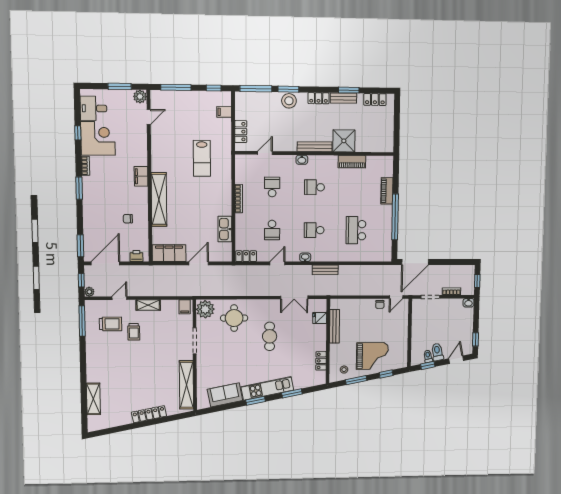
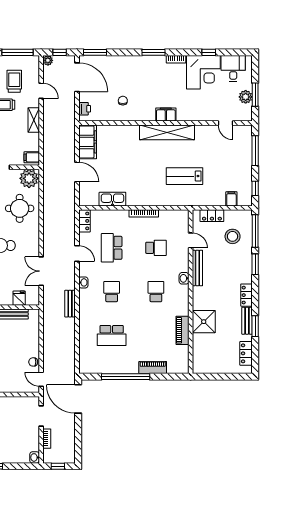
plant: (140, 97) -> (246, 97), moved
stool: (289, 101) -> (233, 236), moved
bench: (315, 147) -> (197, 268), moved
shelving: (159, 199) -> (167, 132), moved
school desk: (272, 230) -> (112, 248), width x1.85
school desk: (356, 230) -> (112, 335), turned 180
trolley: (111, 324) -> (14, 81), turned 180

